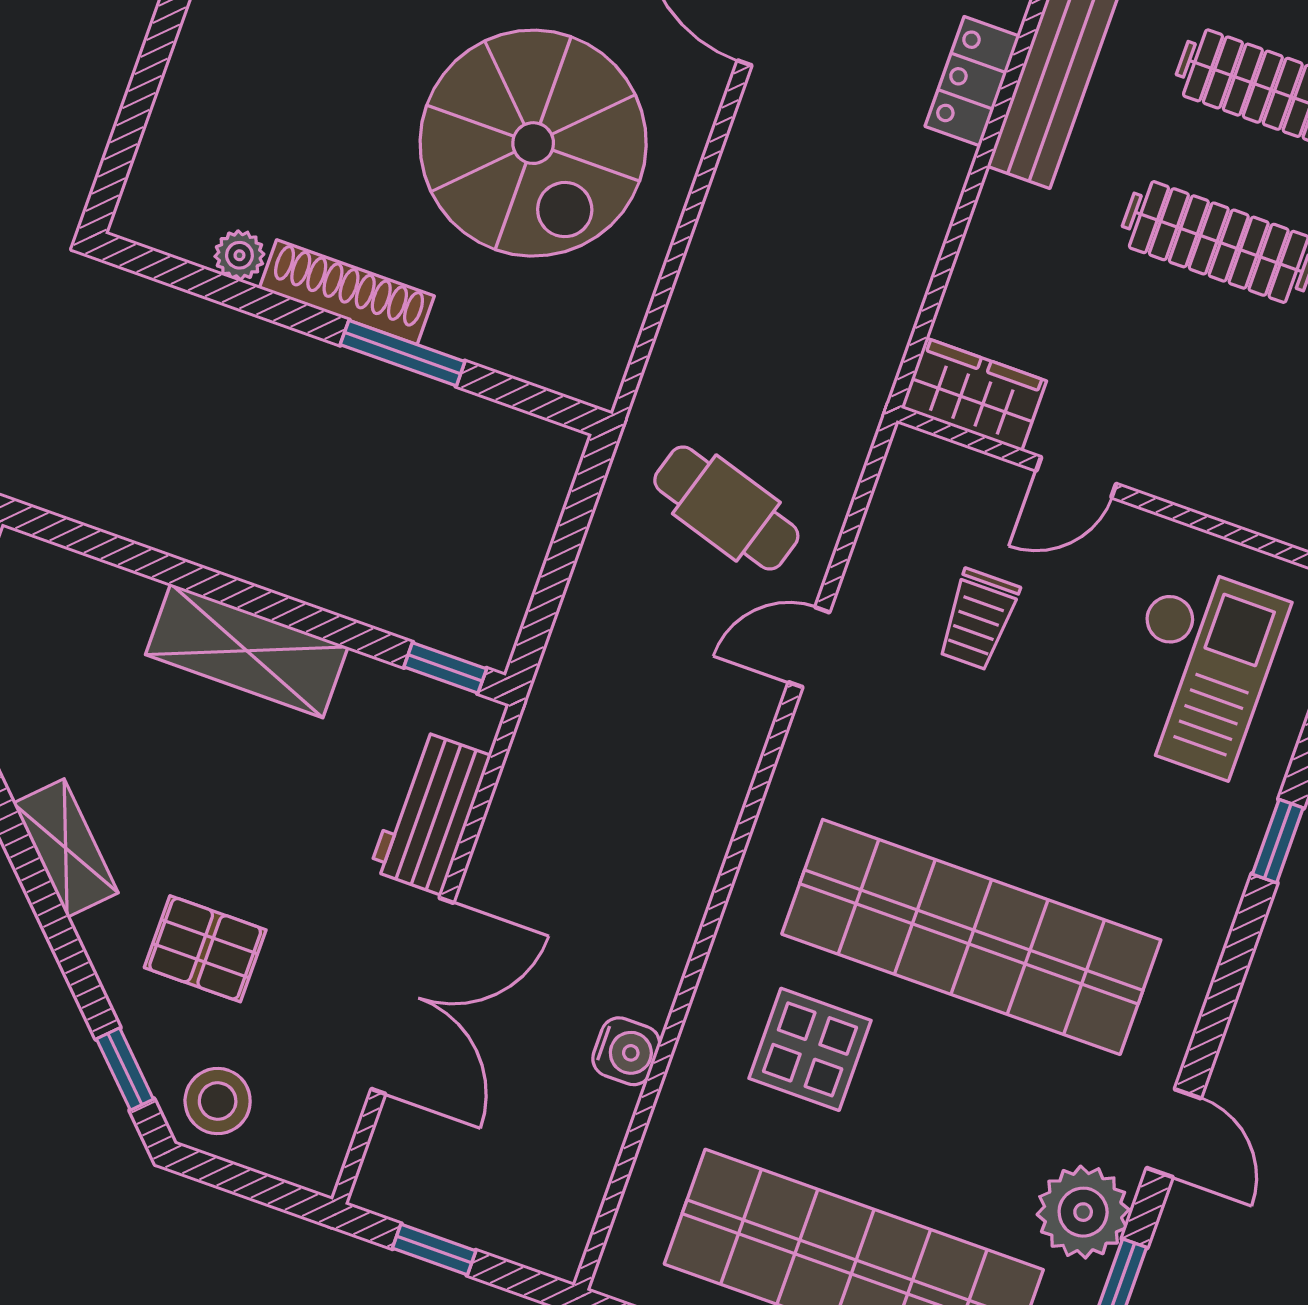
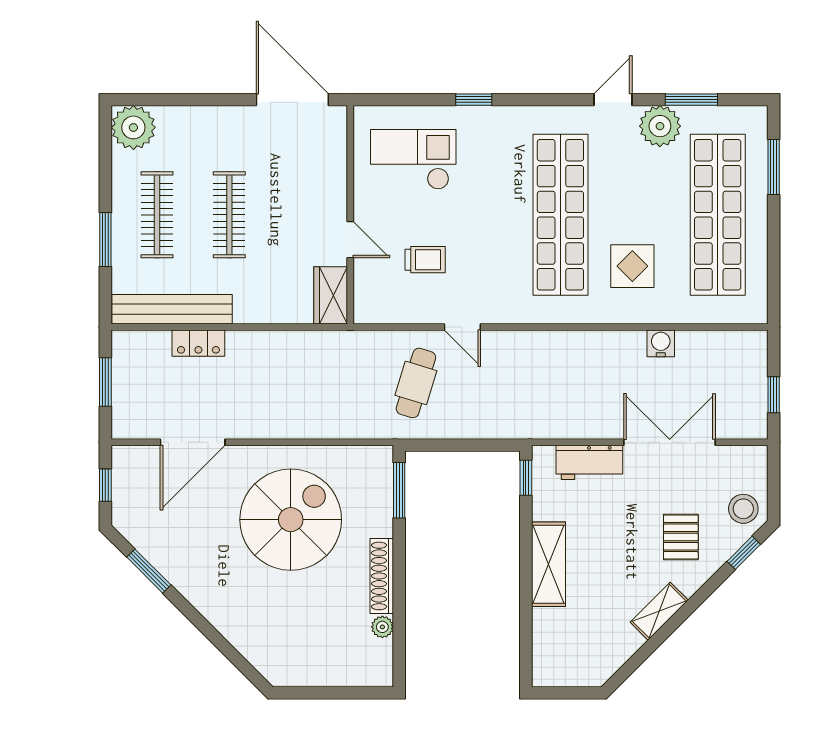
window: (403, 353) -> (399, 490), moved

